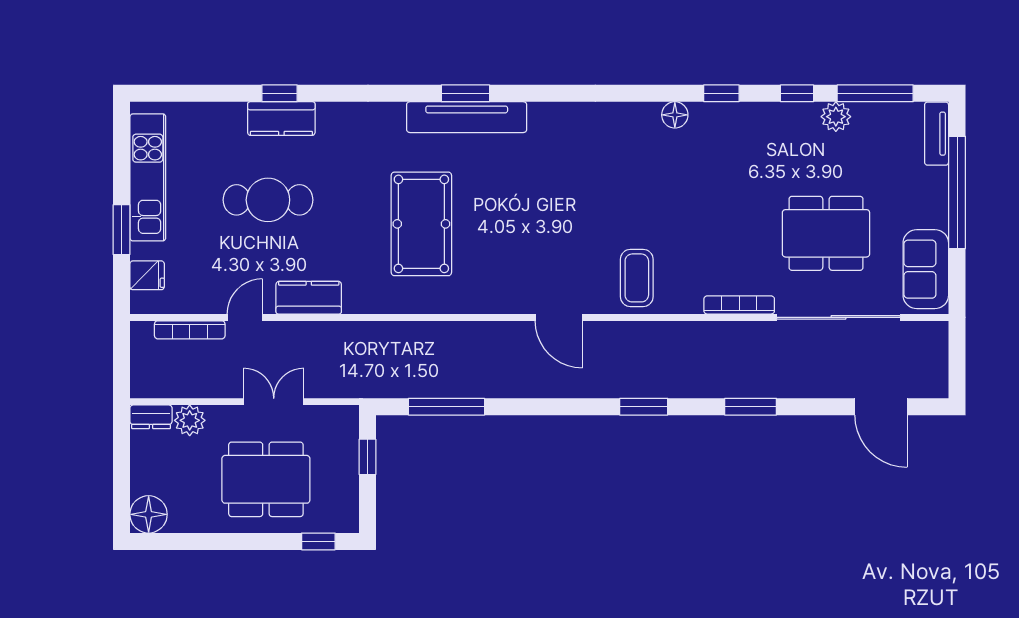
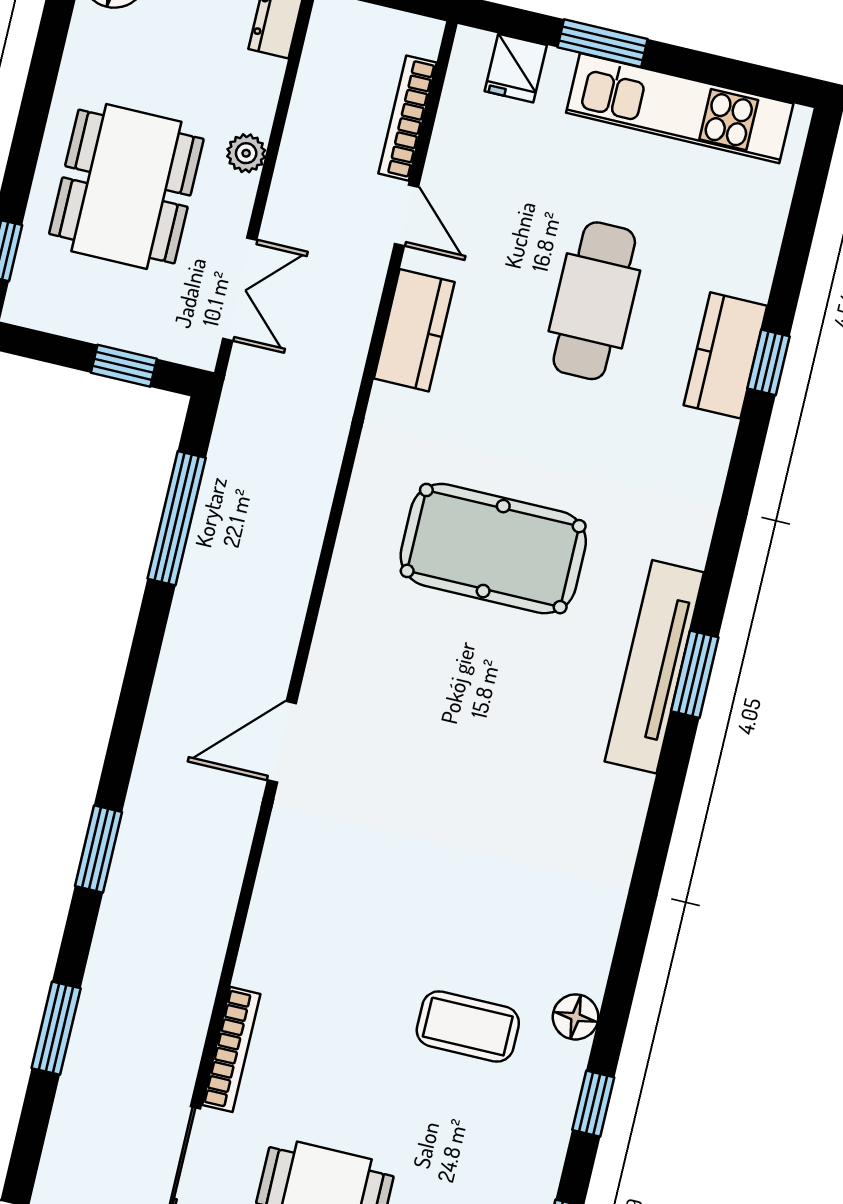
coffee table: (637, 278) -> (468, 1027), moved
double door: (274, 402) -> (240, 289), moved
plant: (190, 420) -> (246, 153), moved, width x0.73, depth x0.73

